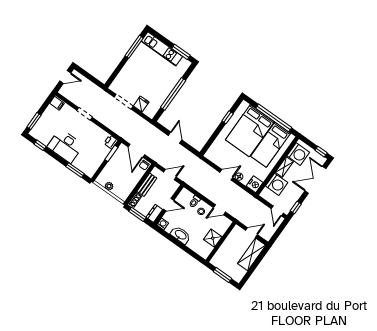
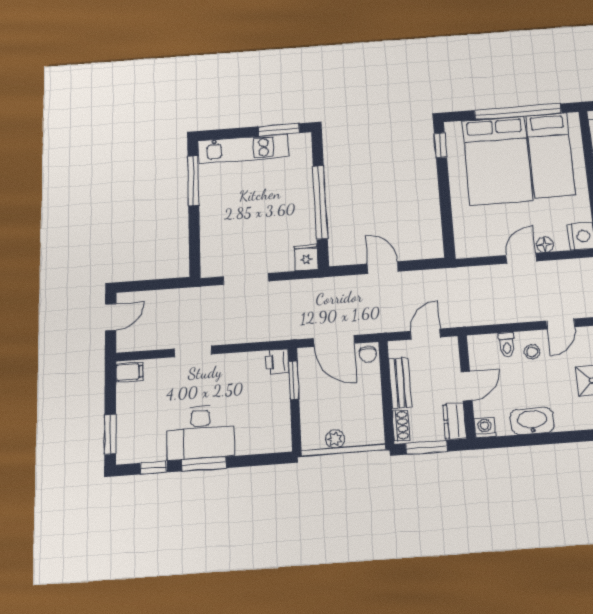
fridge: (141, 104) -> (306, 257), moved
window: (228, 117) -> (440, 145), moved
window: (75, 170) -> (204, 464), moved

